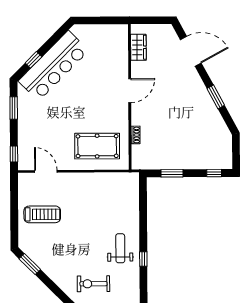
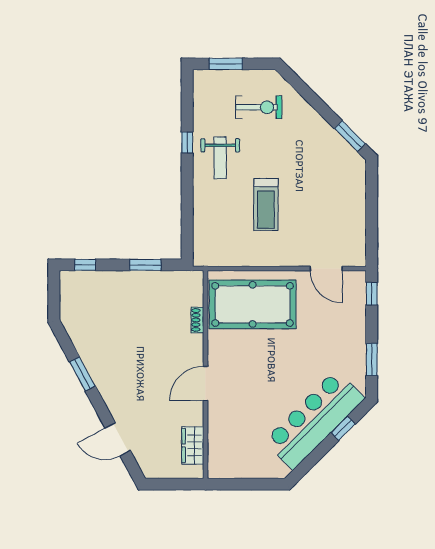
door: (191, 51) -> (118, 439), width x0.73
pool table: (97, 146) -> (253, 304), width x1.36, depth x1.32
treadmill: (42, 214) -> (266, 204), moved, turned -90

